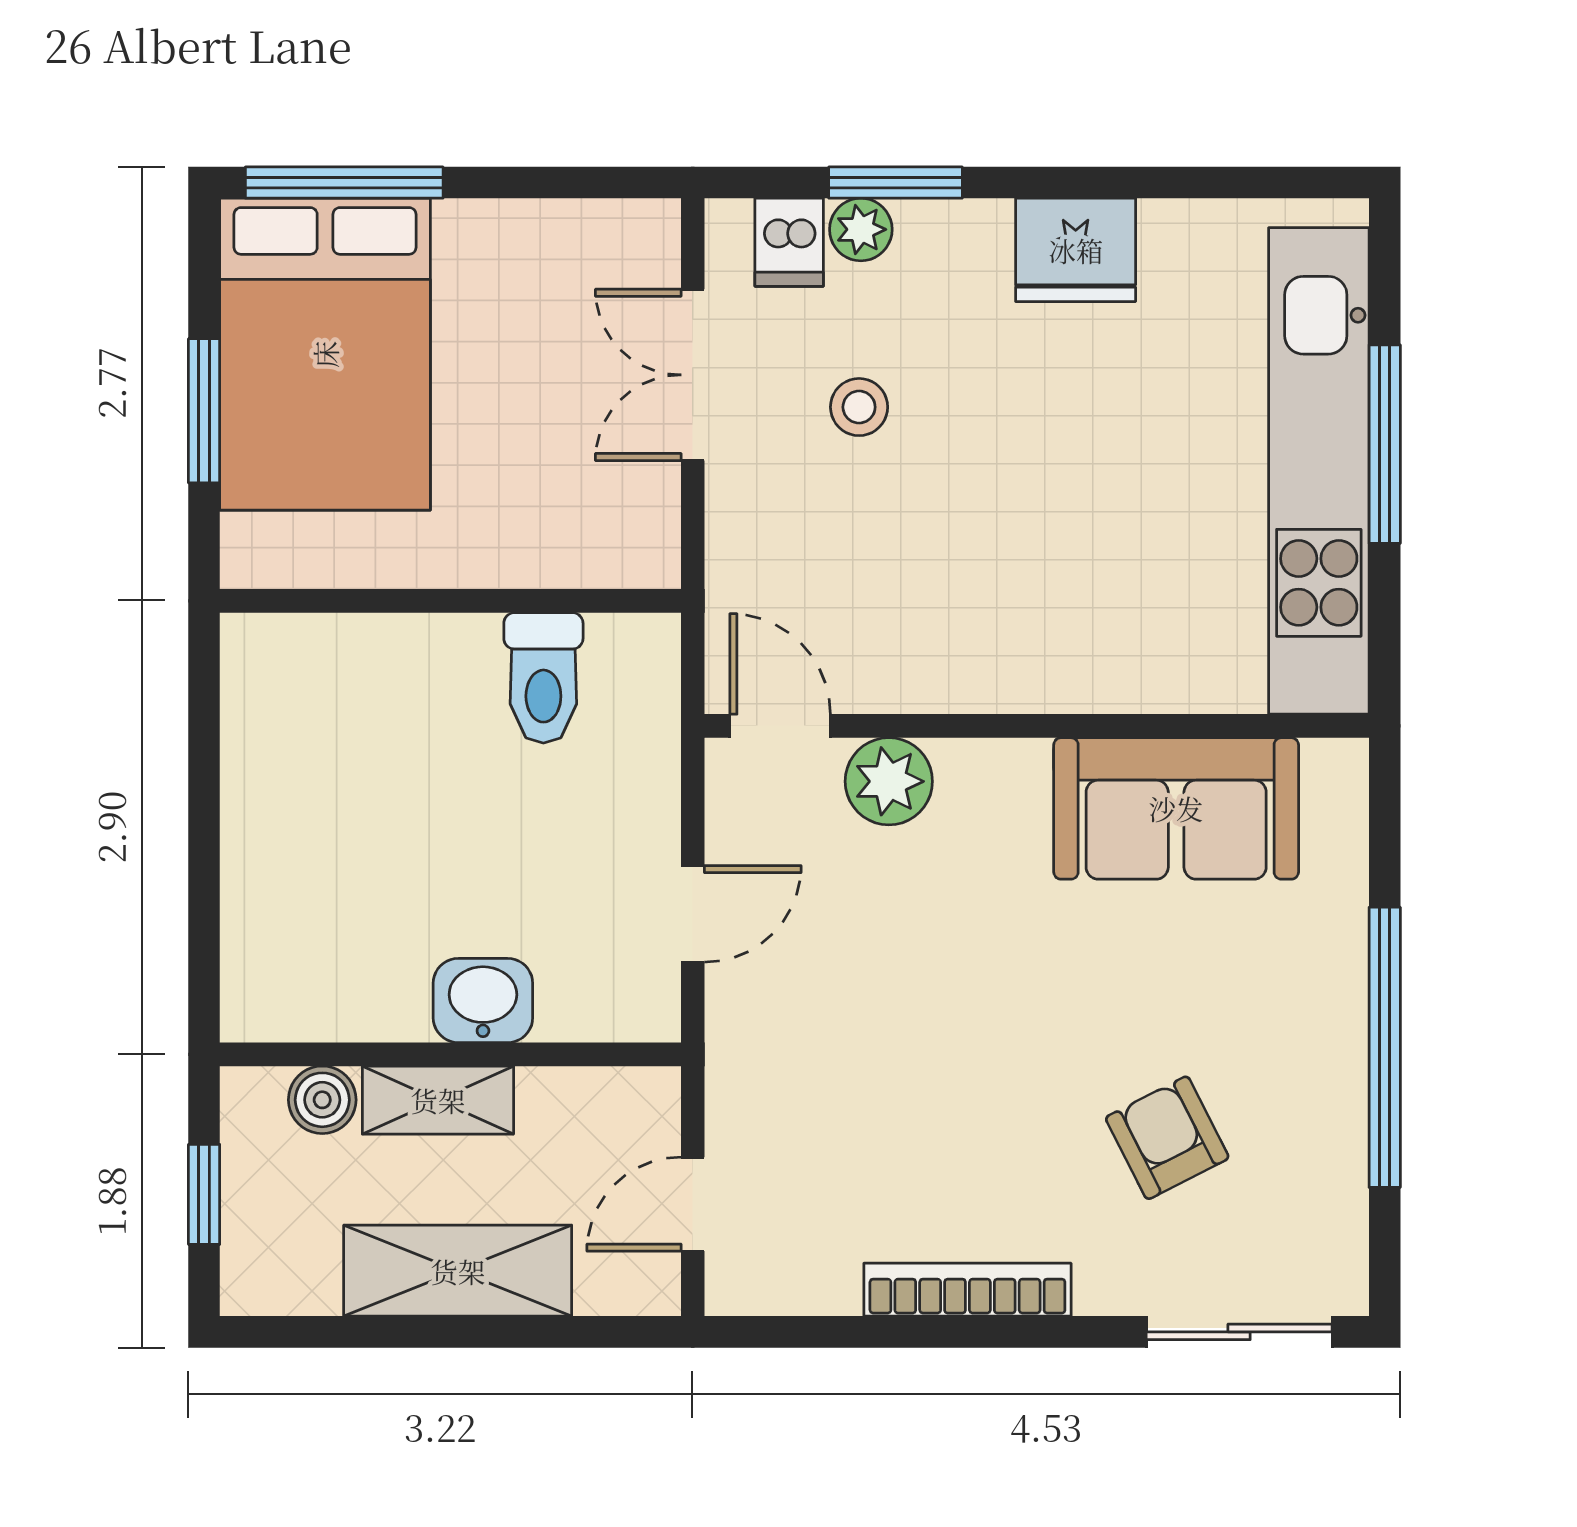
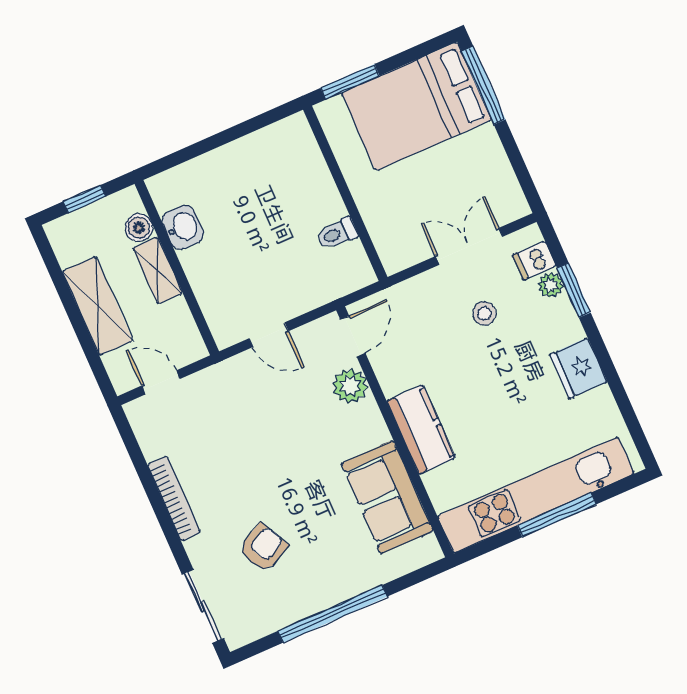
window: (204, 411) -> (350, 82), moved
kitchen counter: (1057, 665) -> (421, 429), added
toilet: (543, 678) -> (337, 234), width x0.73, depth x0.72
washbasin: (483, 1000) -> (183, 227), moved

